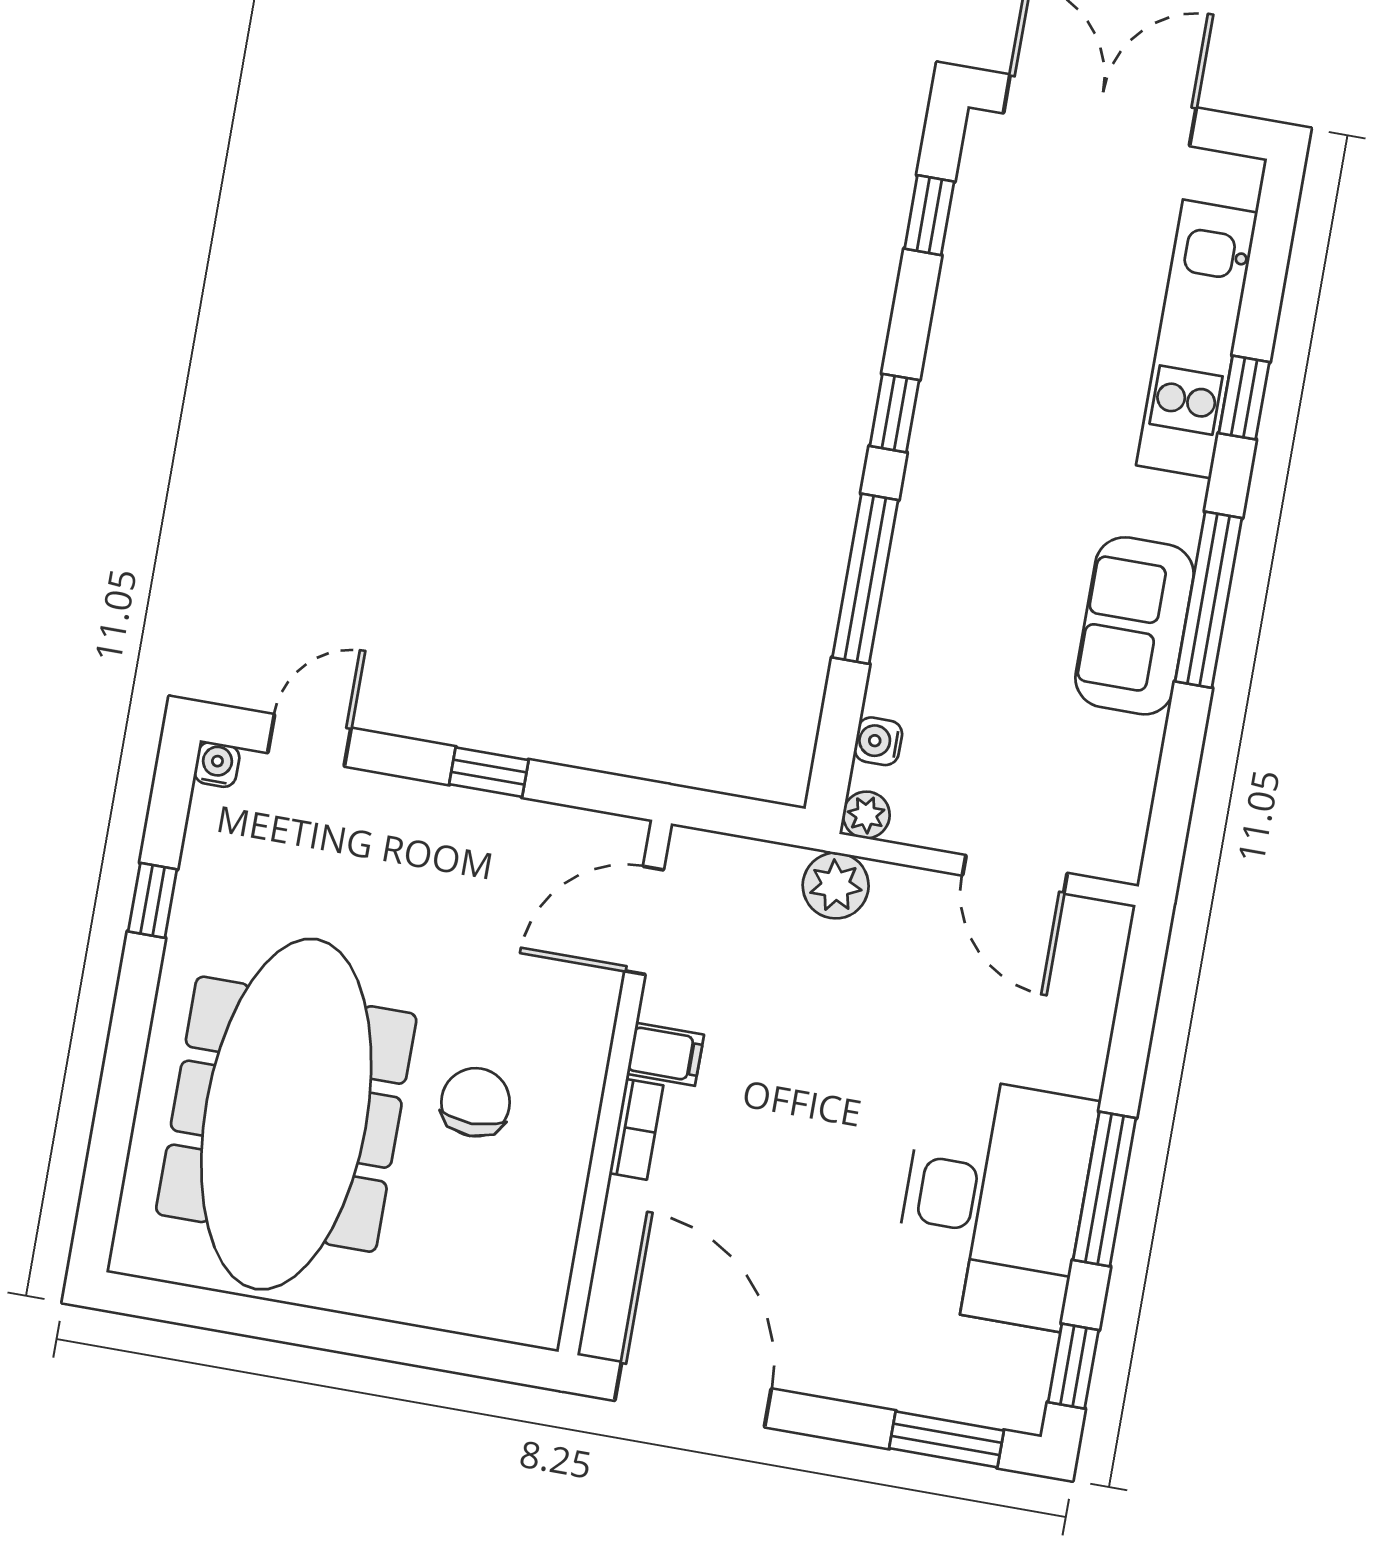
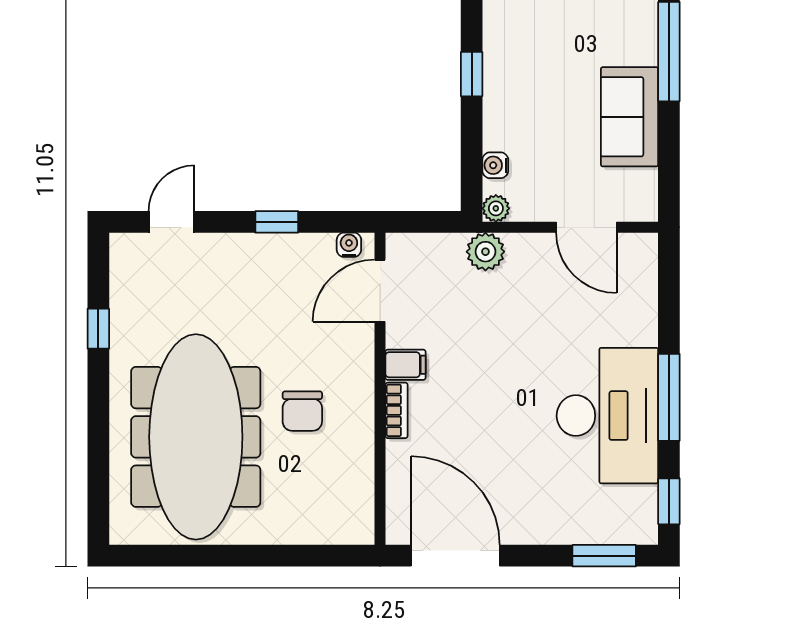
window: (865, 579) -> (472, 74), width x0.46
sofa: (1134, 626) -> (629, 117), moved
water cooler: (217, 764) -> (349, 245), moved
chair: (476, 1102) -> (302, 411), turned 180

